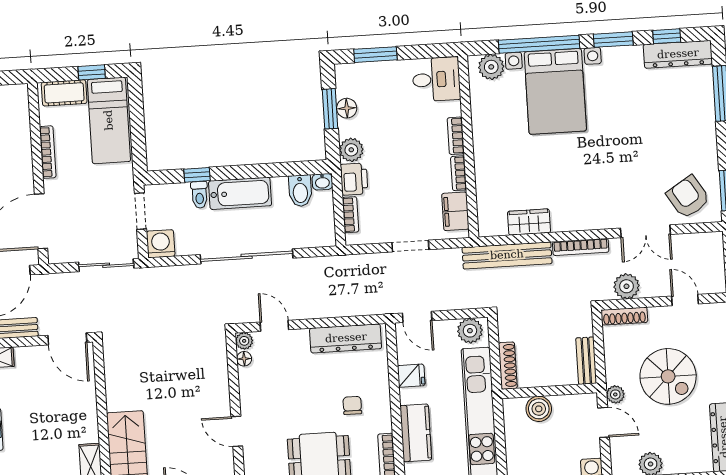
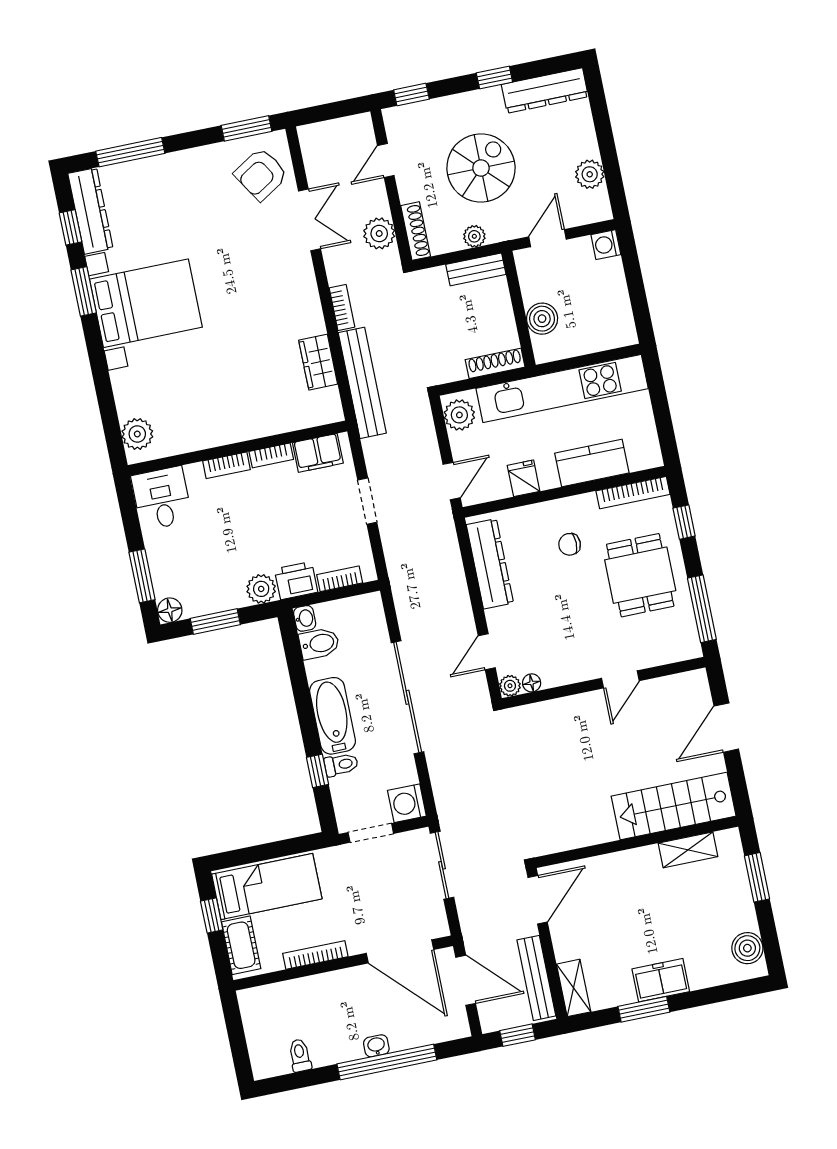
window: (539, 44) -> (102, 380), removed
bed with nightstands: (555, 91) -> (146, 303), moved
floor lamp: (347, 108) -> (170, 610), moved
bookcase: (581, 247) -> (342, 307), width x0.64
plant: (615, 394) -> (474, 236), moved

